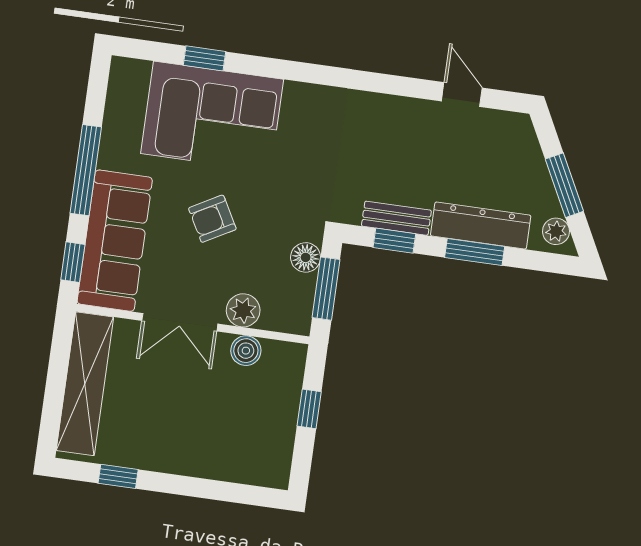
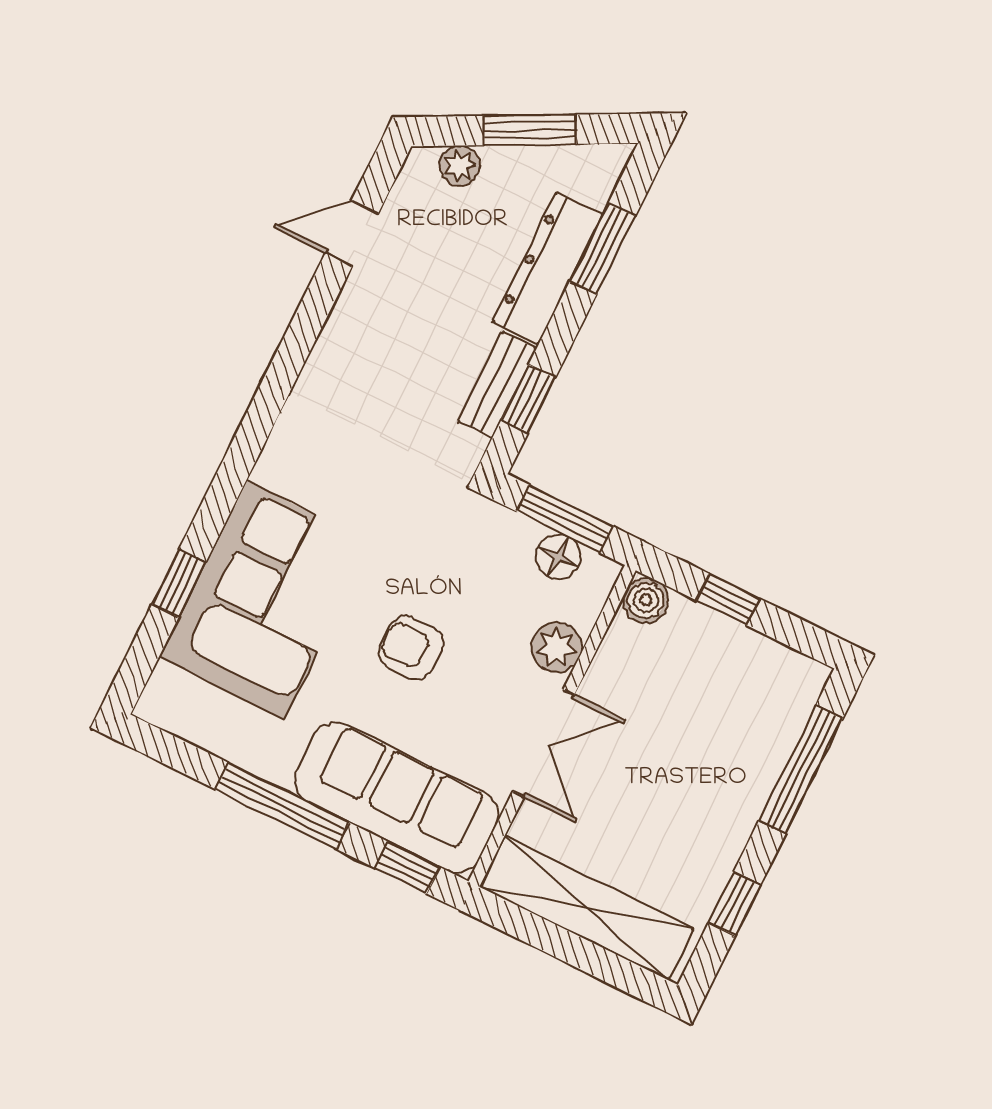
armchair: (212, 219) -> (411, 648), turned 119
plant: (556, 231) -> (460, 166), moved
window: (475, 252) -> (602, 249), moved
floor lamp: (306, 257) -> (558, 557), moved
boiler: (246, 351) -> (646, 600), moved
window: (217, 490) -> (801, 770), added

